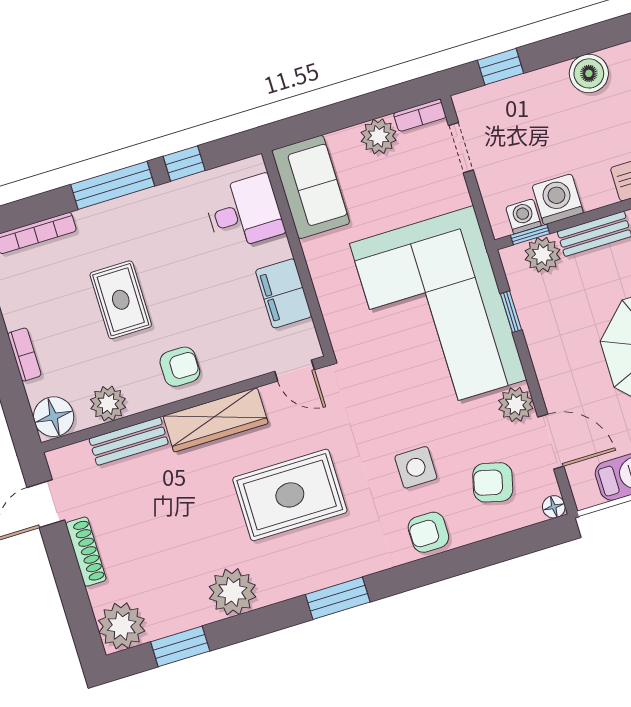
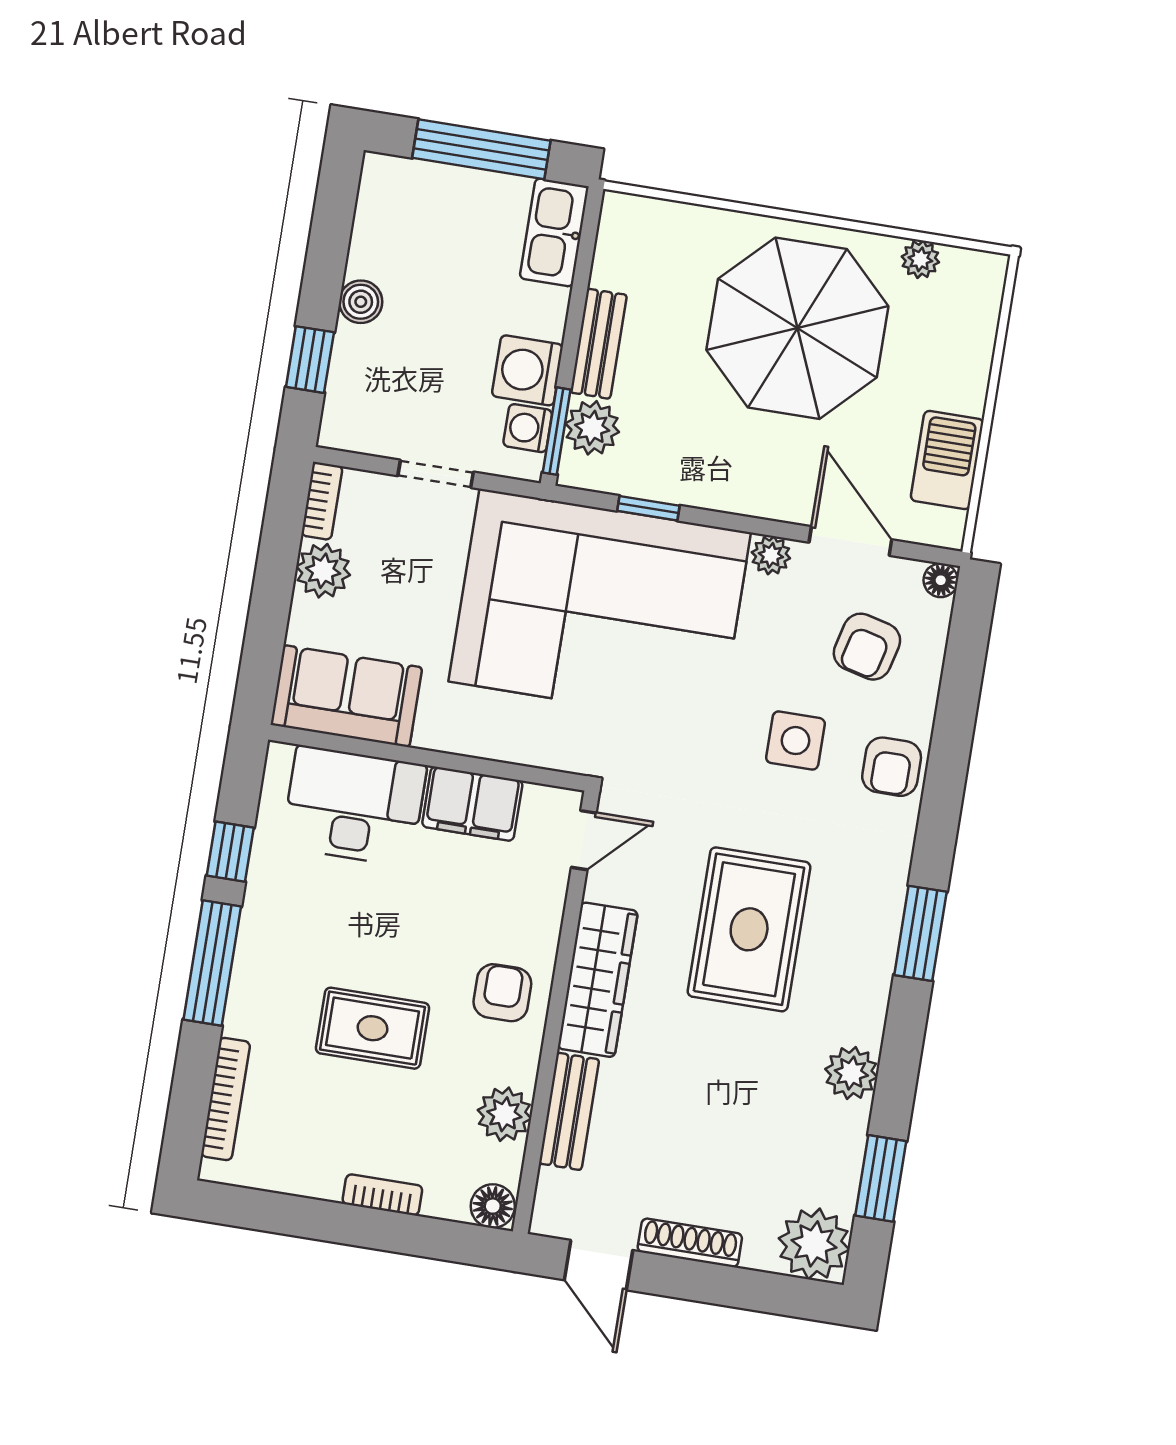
boiler: (589, 73) -> (361, 302), moved, width x0.73, depth x0.73
doorway: (461, 148) -> (436, 474), moved
desk: (244, 212) -> (354, 806), width x1.37
window: (530, 234) -> (557, 431), width x1.50
plant: (516, 404) -> (771, 555), width x0.73, depth x0.73
floor lamp: (54, 417) -> (493, 1206), width x0.73, depth x0.73
door: (551, 442) -> (850, 541), hinge flipped
plant: (232, 592) -> (851, 1073), width x0.73, depth x0.73

